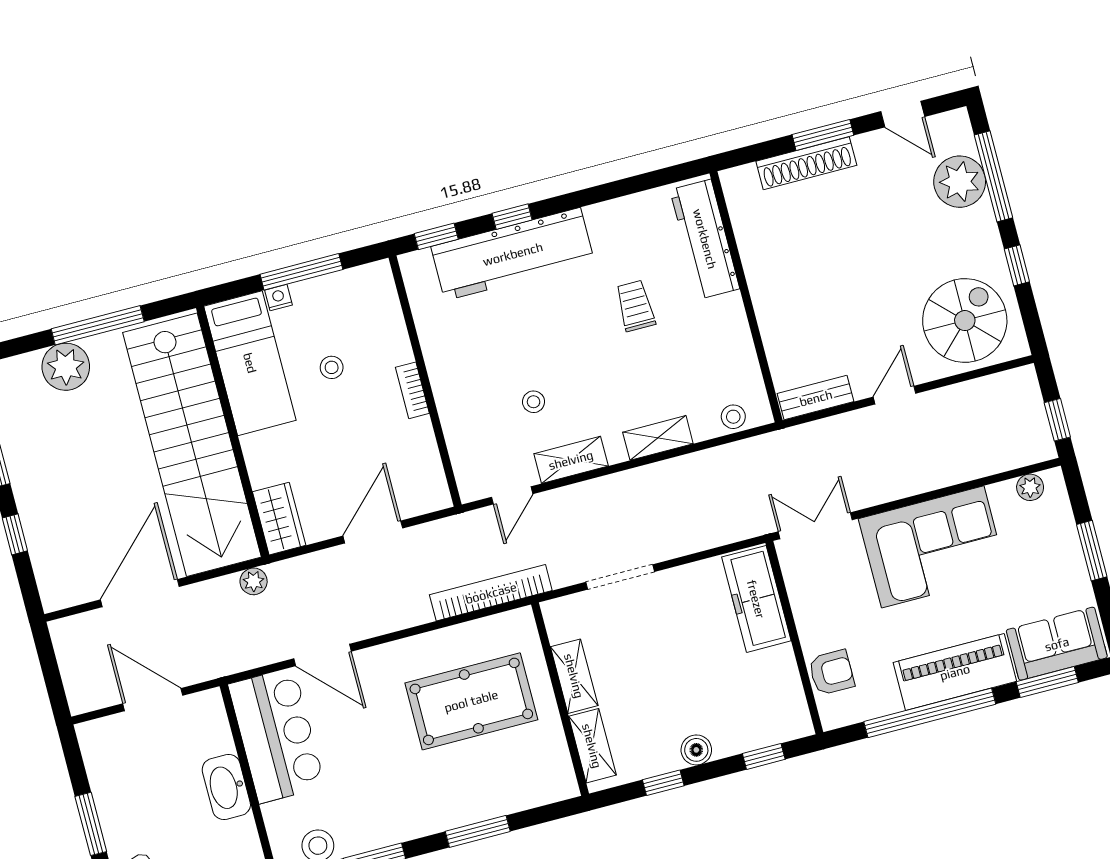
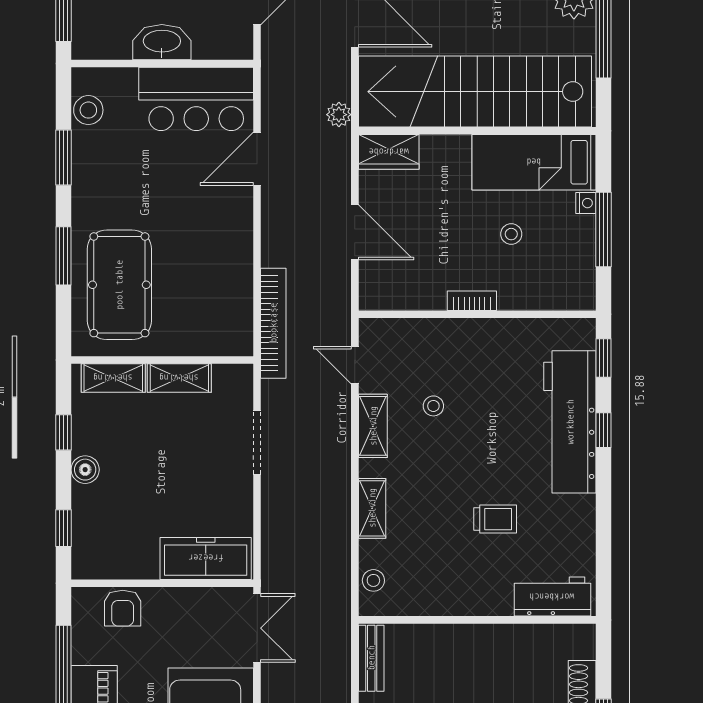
workbench: (705, 239) -> (552, 597), width x0.73
pool table: (471, 701) -> (119, 285), moved

